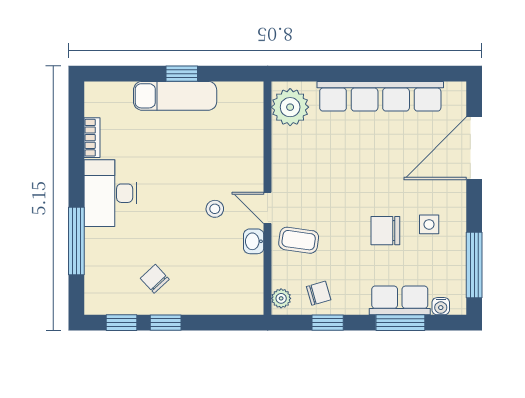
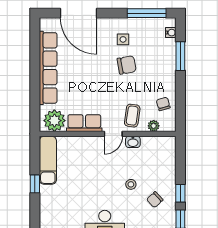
exam couch: (175, 96) -> (48, 160), moved
stool: (215, 209) -> (131, 184), moved
chair: (385, 231) -> (127, 65), turned -100
plant: (281, 298) -> (154, 126), moved
row of seats: (400, 300) -> (84, 123), moved, turned 90
window: (328, 323) -> (180, 99), removed

